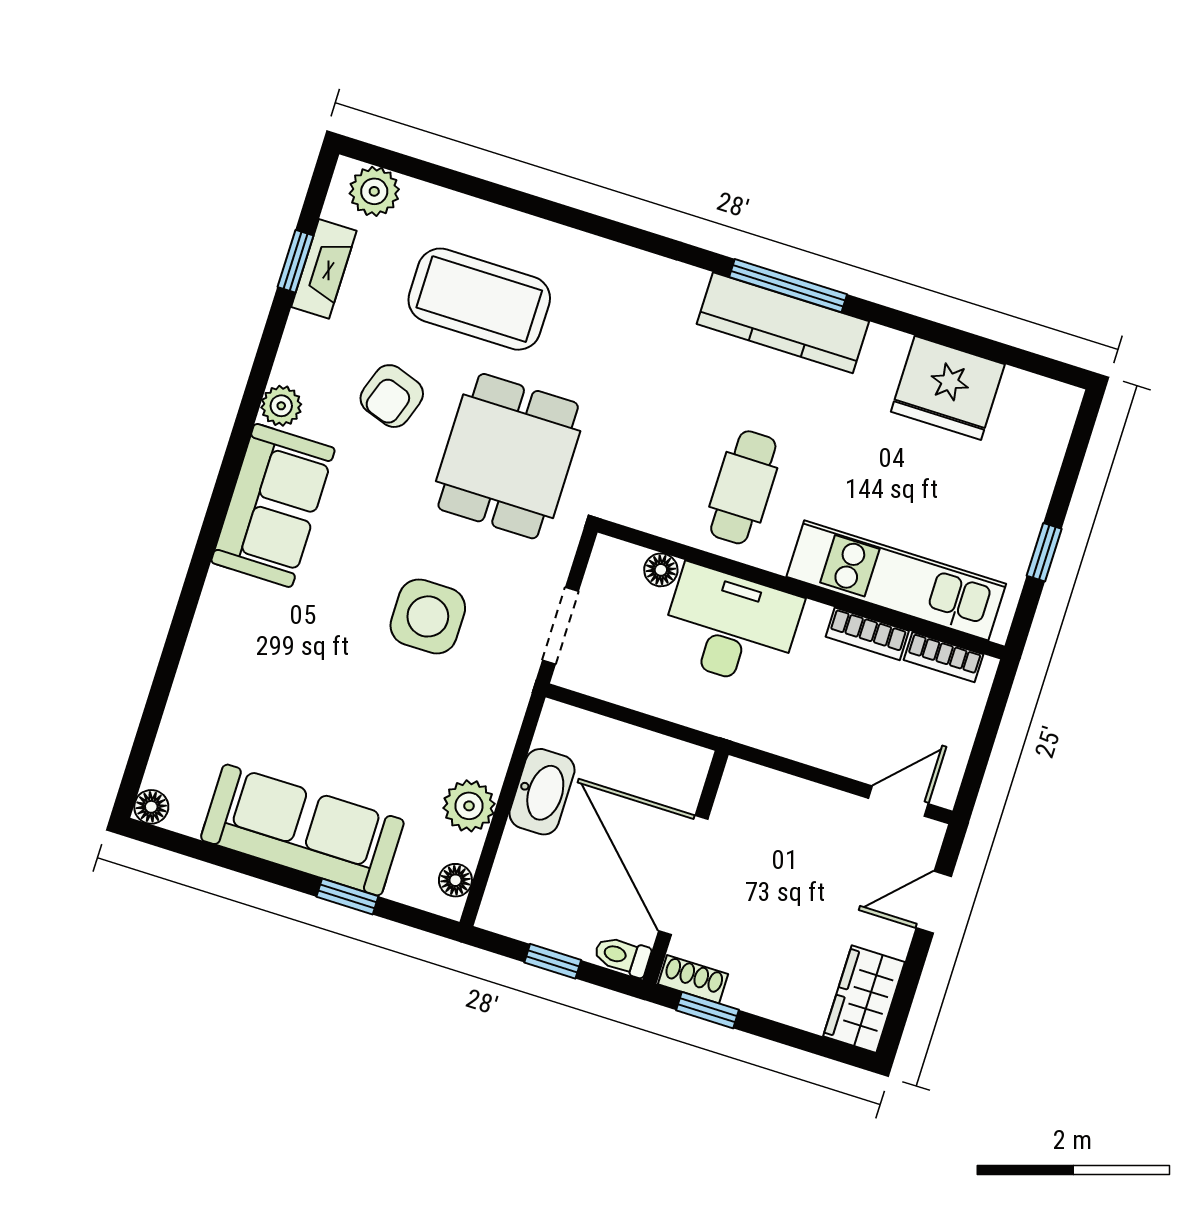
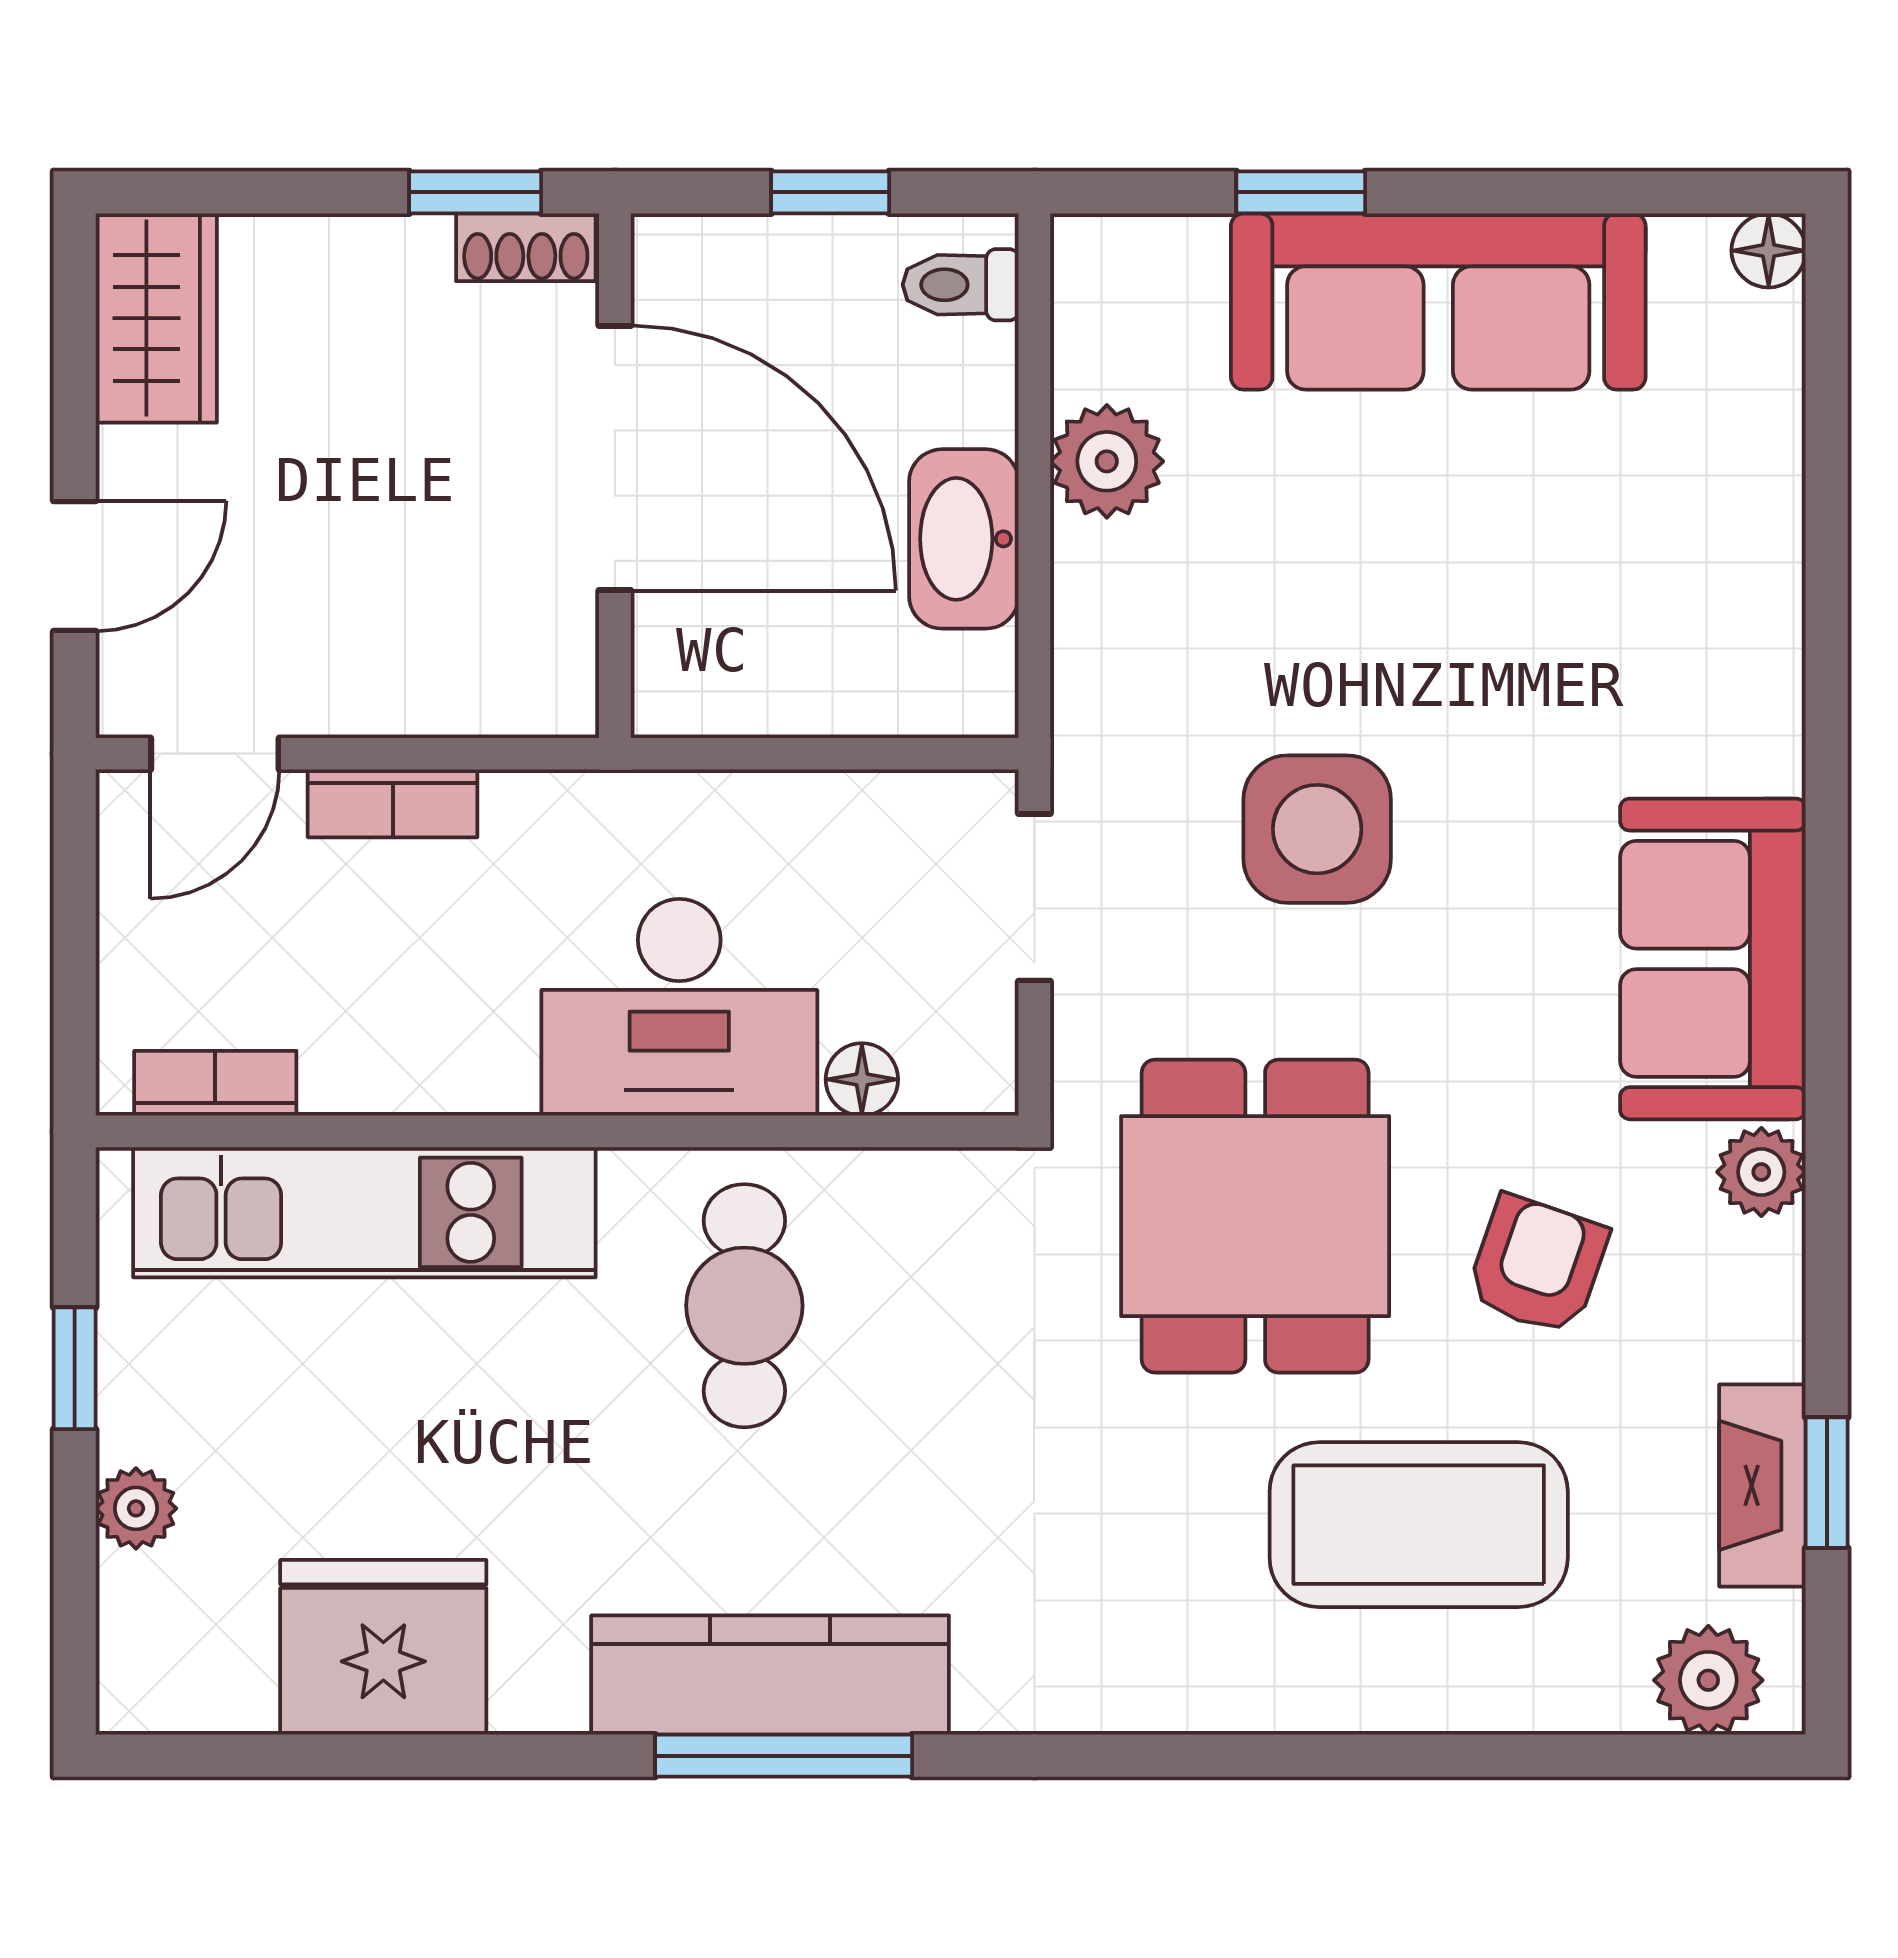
plant: (1037, 483) -> (136, 1508), added
bookcase: (867, 634) -> (393, 803), moved, turned 180
floor lamp: (455, 880) -> (1086, 297), removed
toilet: (622, 956) -> (961, 285), moved, turned 180

